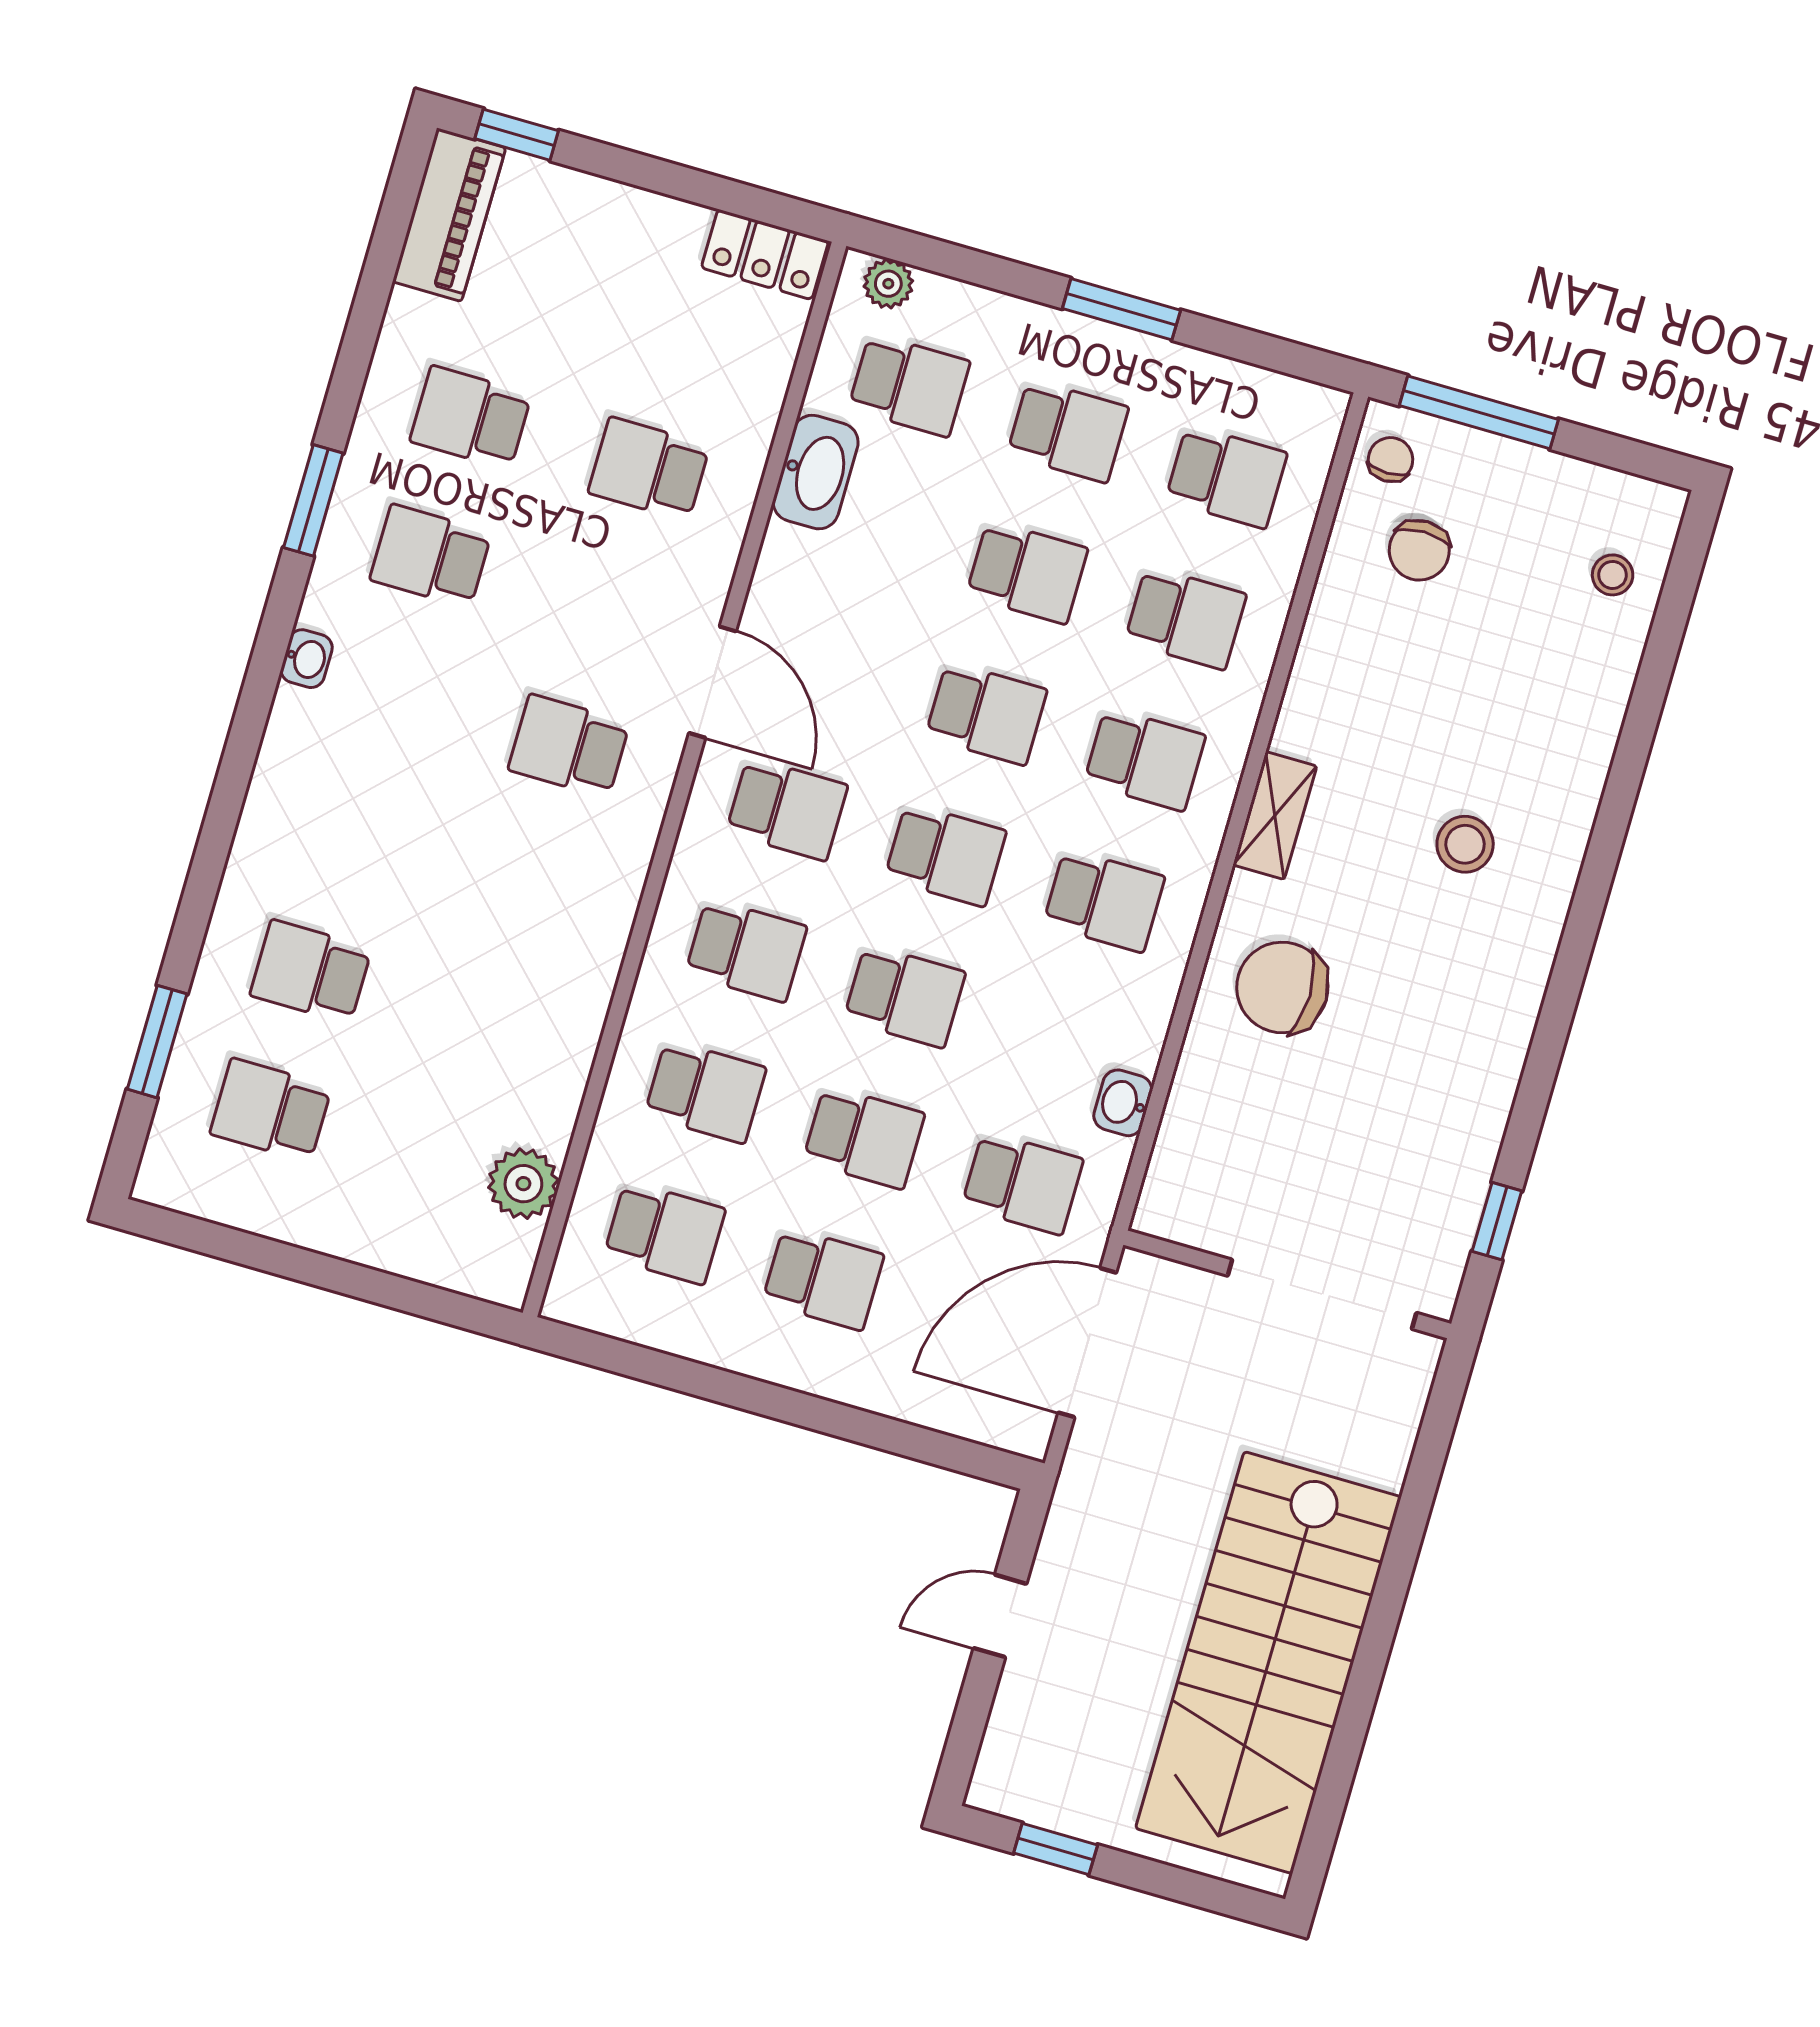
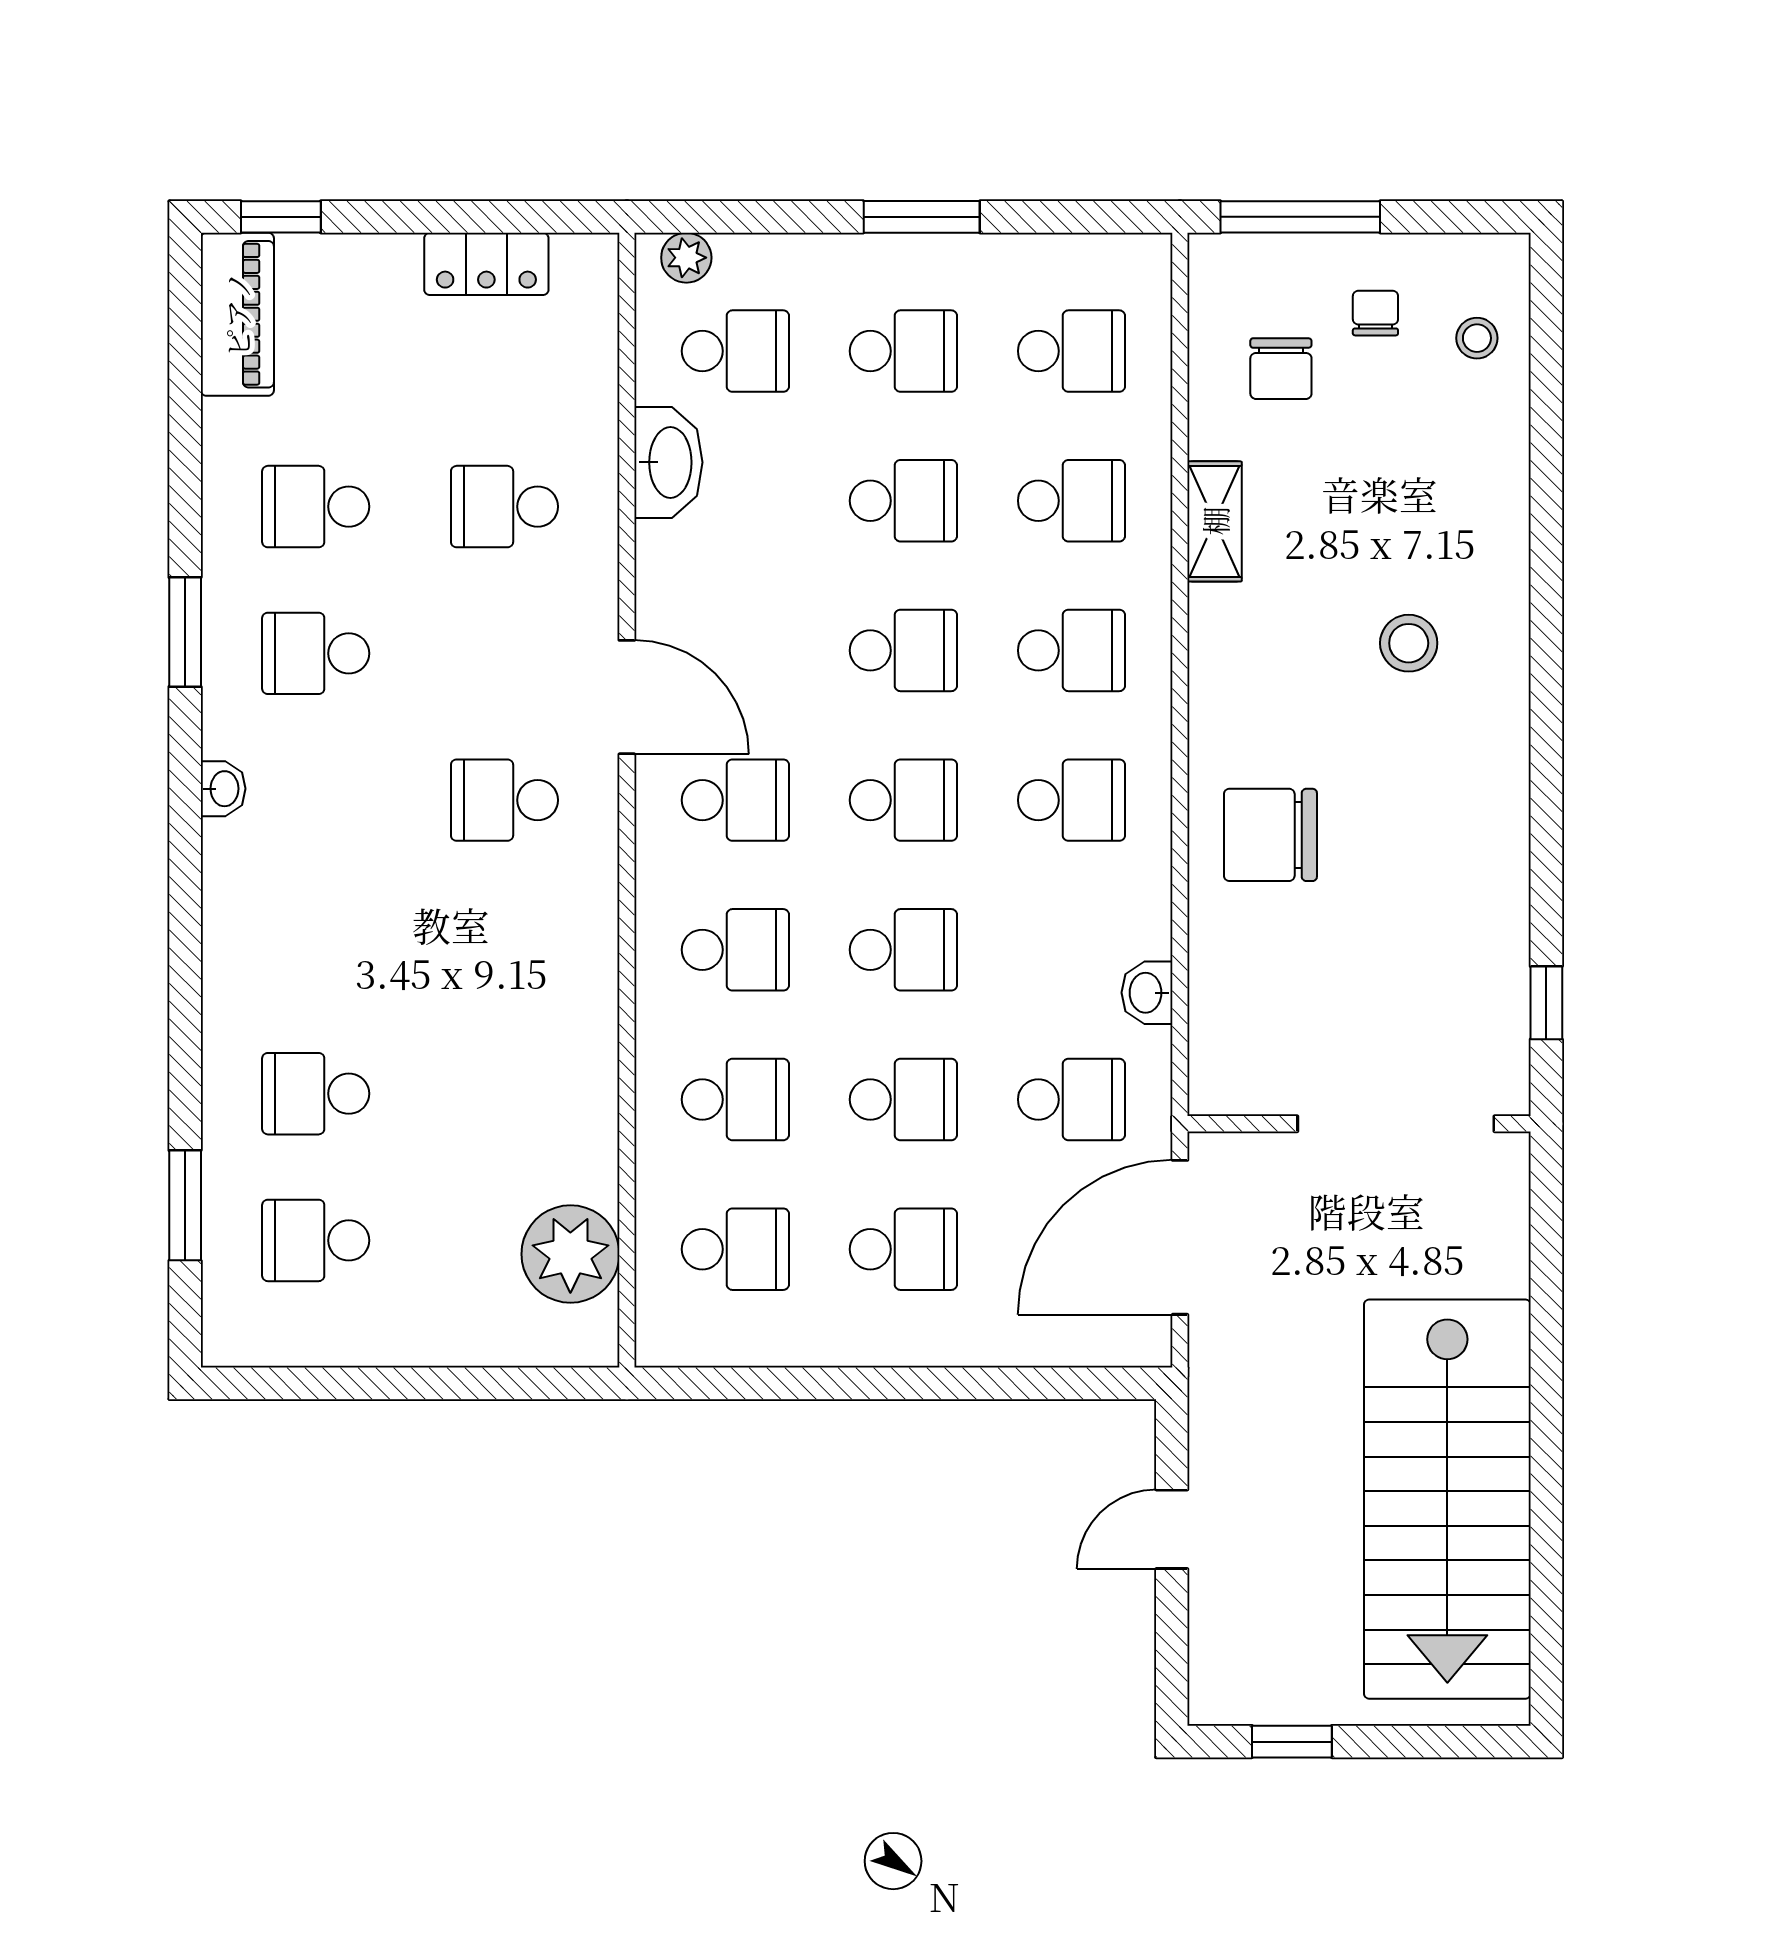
locker: (765, 254) -> (486, 264), moved
chair: (1391, 460) -> (1375, 313), moved
shelving: (1275, 815) -> (1215, 521), moved
plant: (523, 1184) -> (570, 1254), width x1.36, depth x1.36

